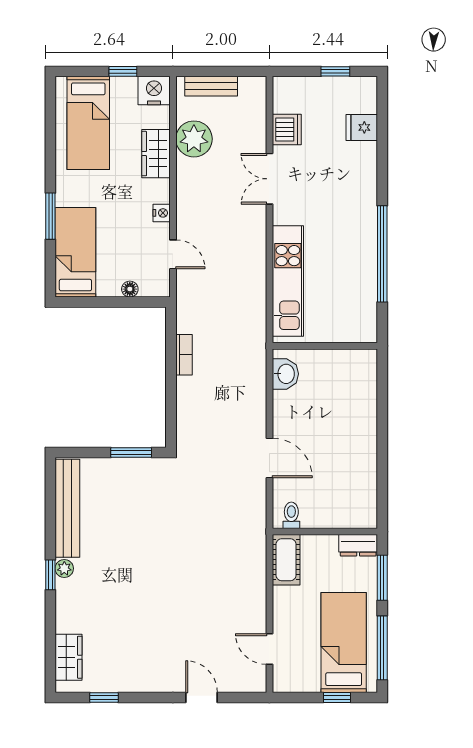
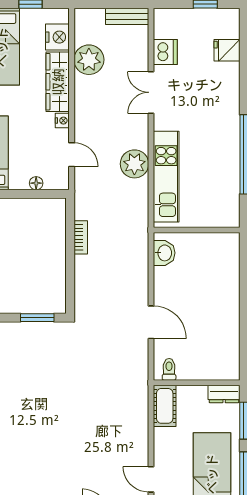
bench: (211, 86) -> (127, 16), moved
nightstand: (154, 91) -> (57, 37), moved, turned 90
wardrobe: (156, 154) -> (58, 82), width x1.50
plant: (249, 266) -> (134, 164), added

